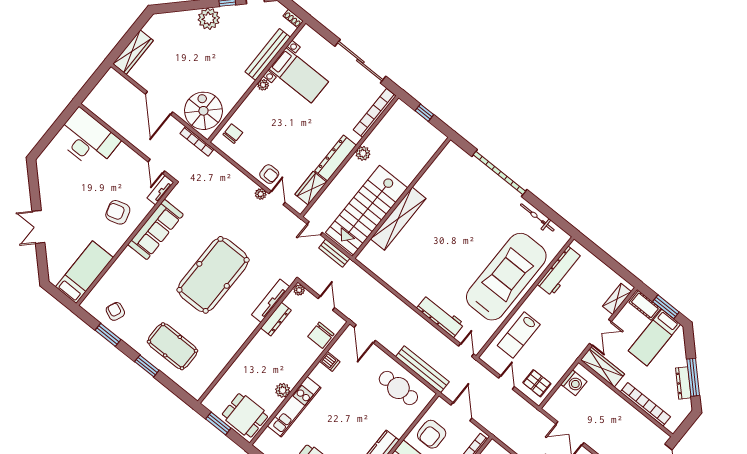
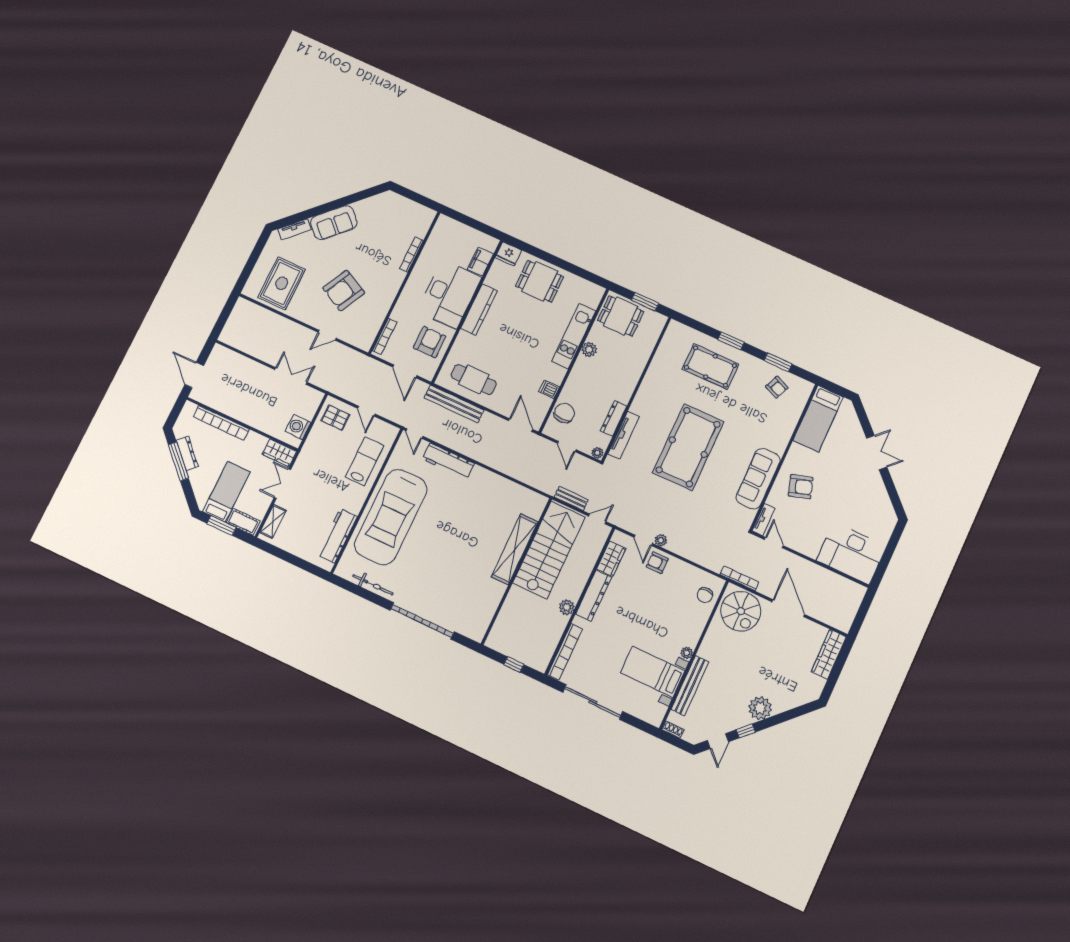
wardrobe: (602, 367) -> (279, 453), width x0.67

